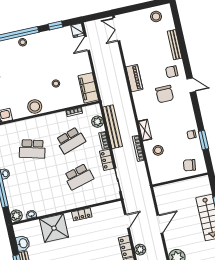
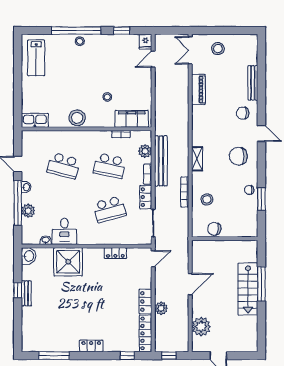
stool: (156, 17) -> (218, 49), moved
piano: (134, 78) -> (198, 89), moved
filing cabinet: (88, 88) -> (132, 119), moved, turned 90
chair: (165, 94) -> (238, 156), moved, turned 90
shelving: (145, 130) -> (197, 159), moved
school desk: (71, 140) -> (110, 166), turned 30
chair: (189, 165) -> (214, 229), moved
desk: (45, 204) -> (64, 231), added
locker: (82, 214) -> (115, 253), moved
plant: (16, 216) -> (28, 211), moved
door: (127, 221) -> (153, 259), moved
washbasin: (23, 243) -> (29, 256), moved

